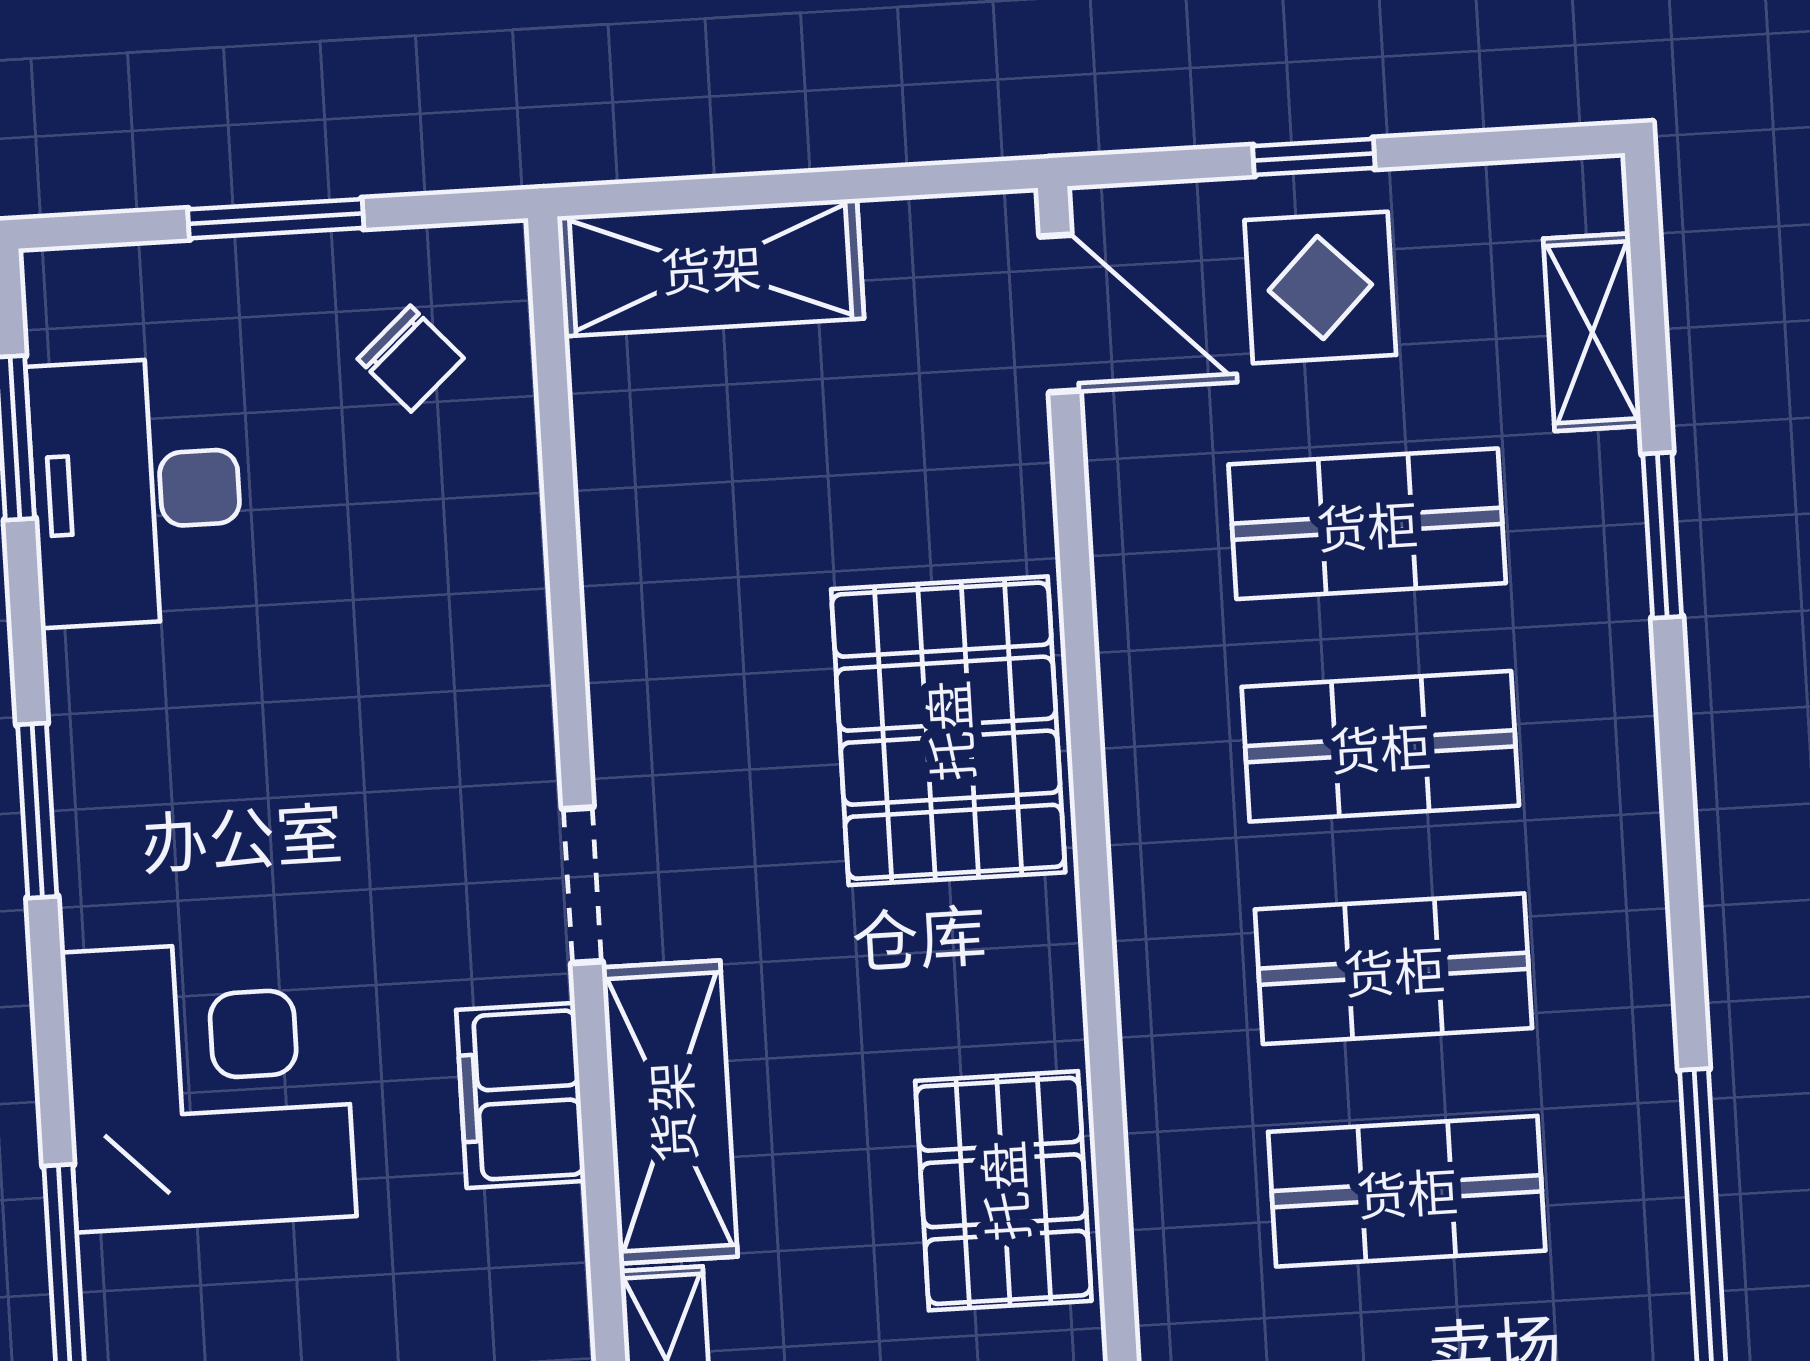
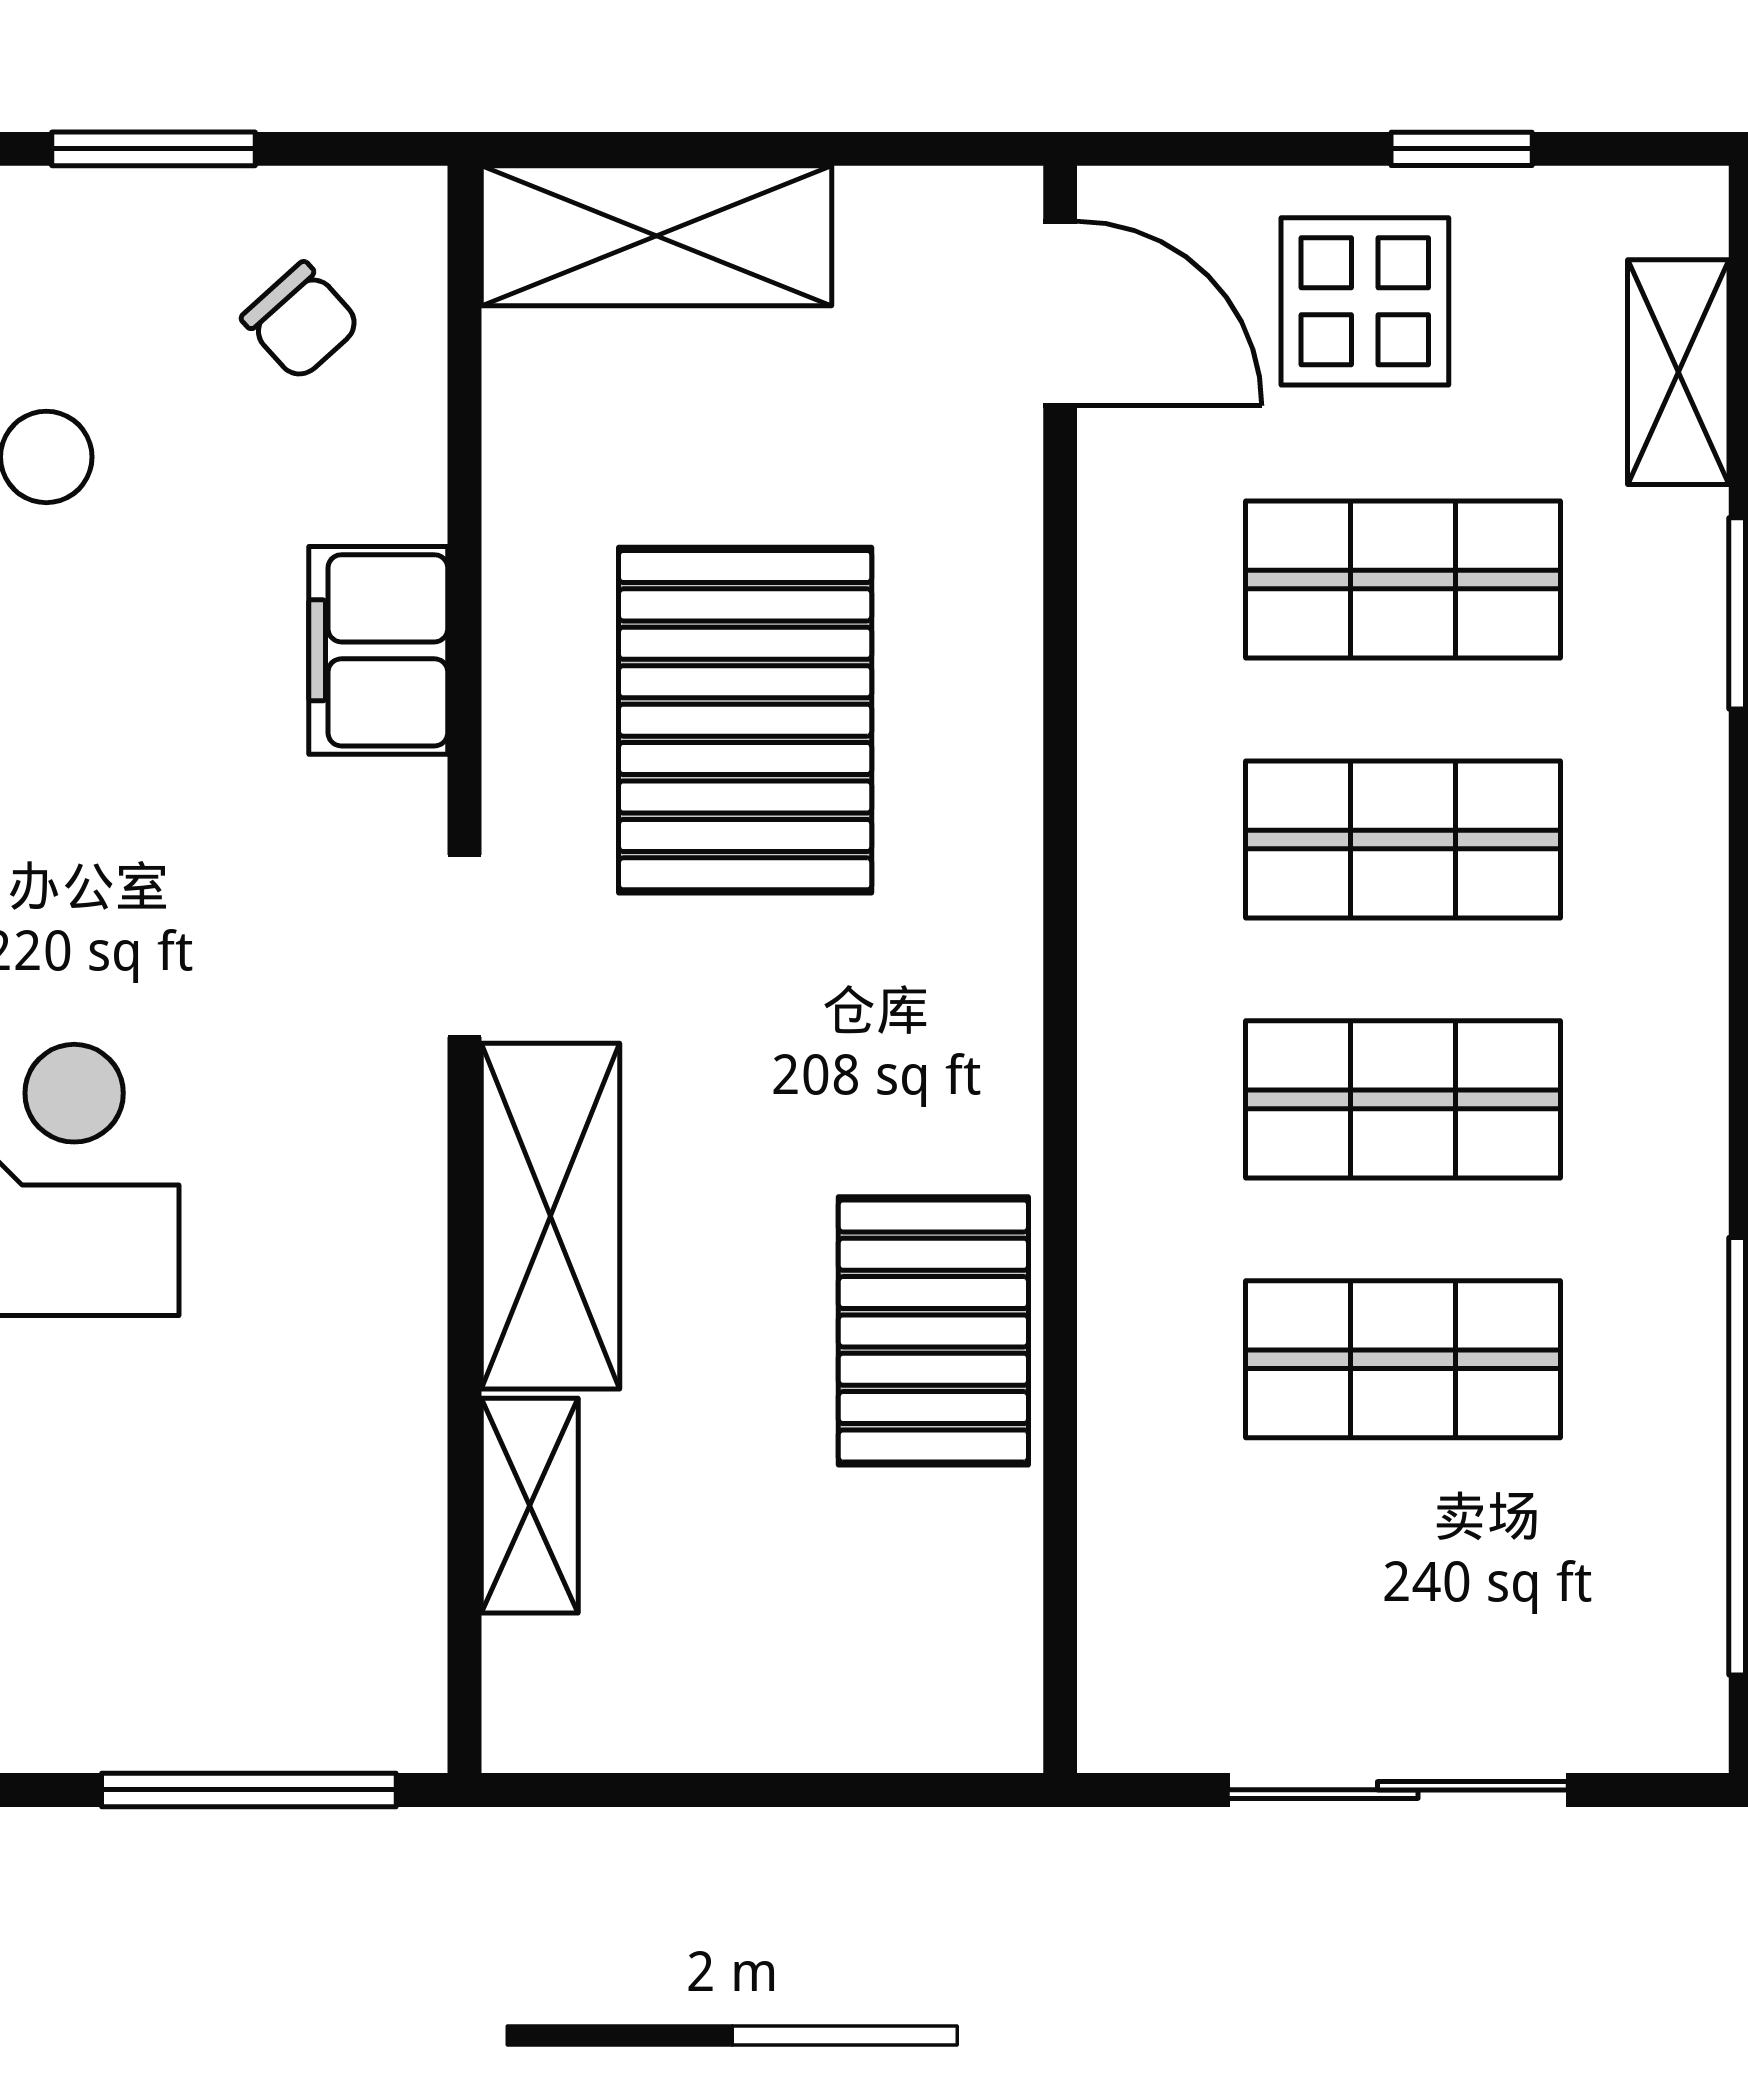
window: (1314, 157) -> (1462, 149), moved
pallet: (948, 731) -> (745, 720), moved
filing cabinet: (521, 1095) -> (378, 650), moved

